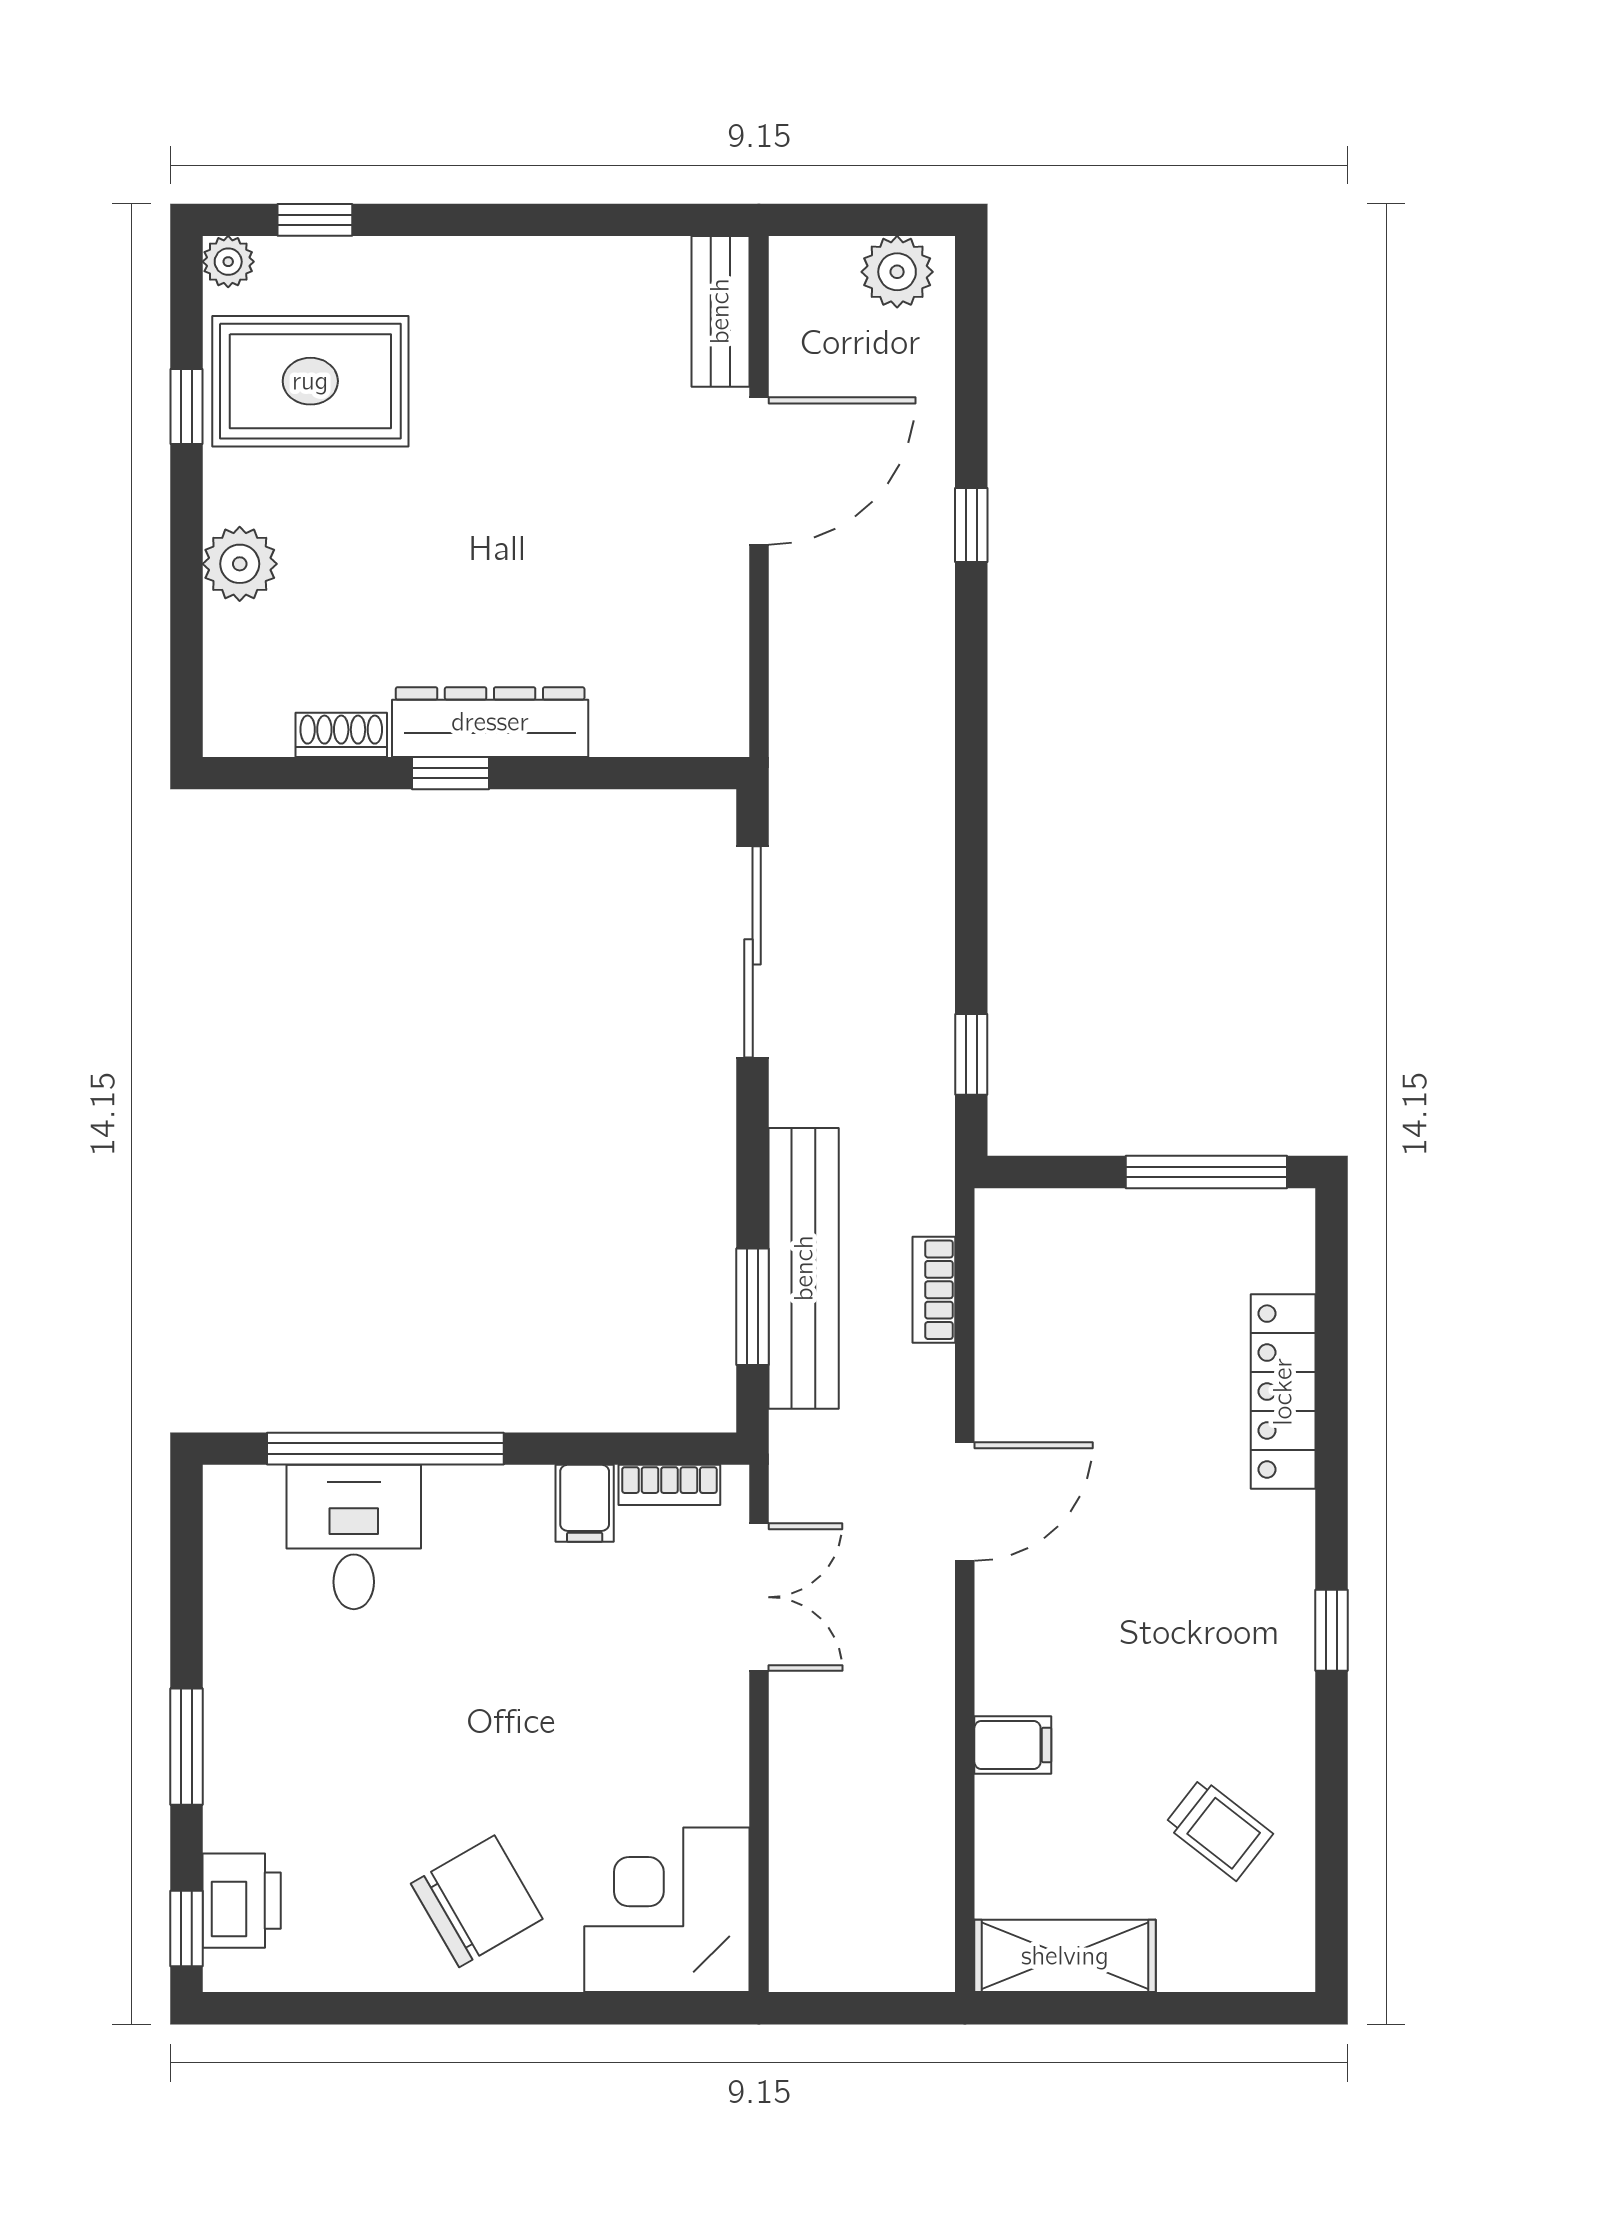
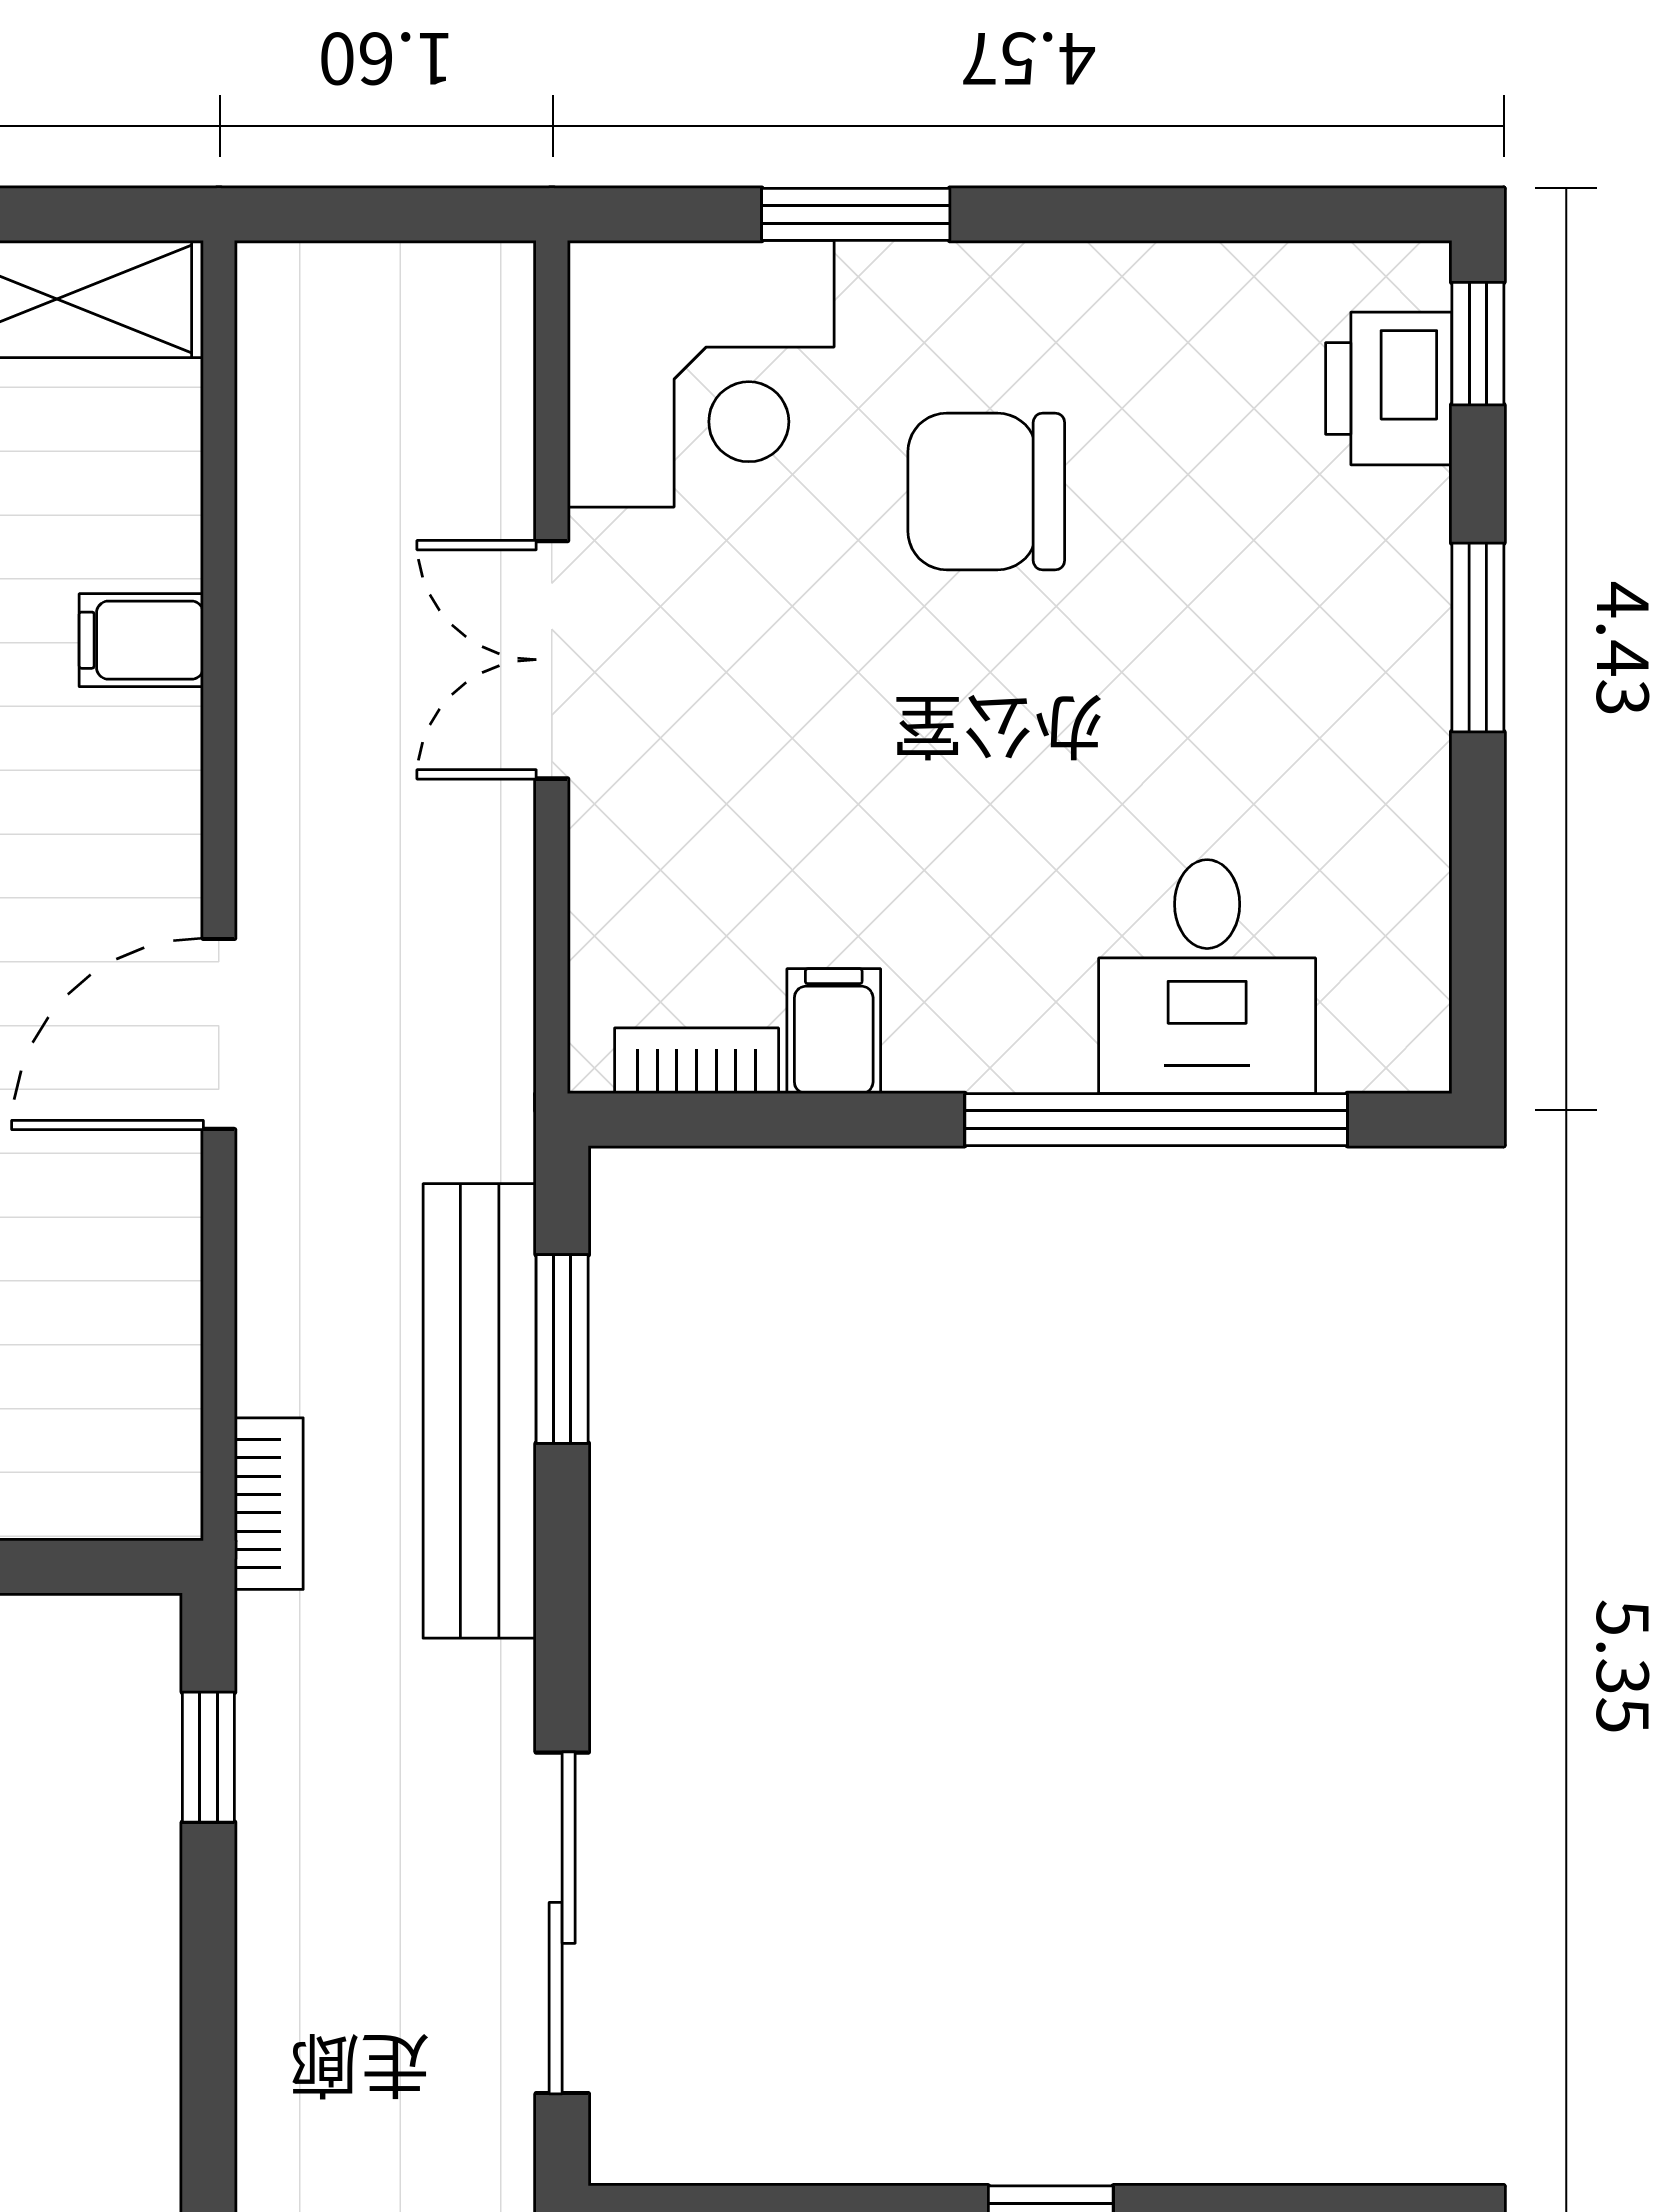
bookcase: (934, 1290) -> (269, 1504), moved
double door: (759, 1597) -> (552, 660), moved
chair: (477, 1901) -> (986, 492), moved, turned 30
window: (571, 2008) -> (856, 214), added

